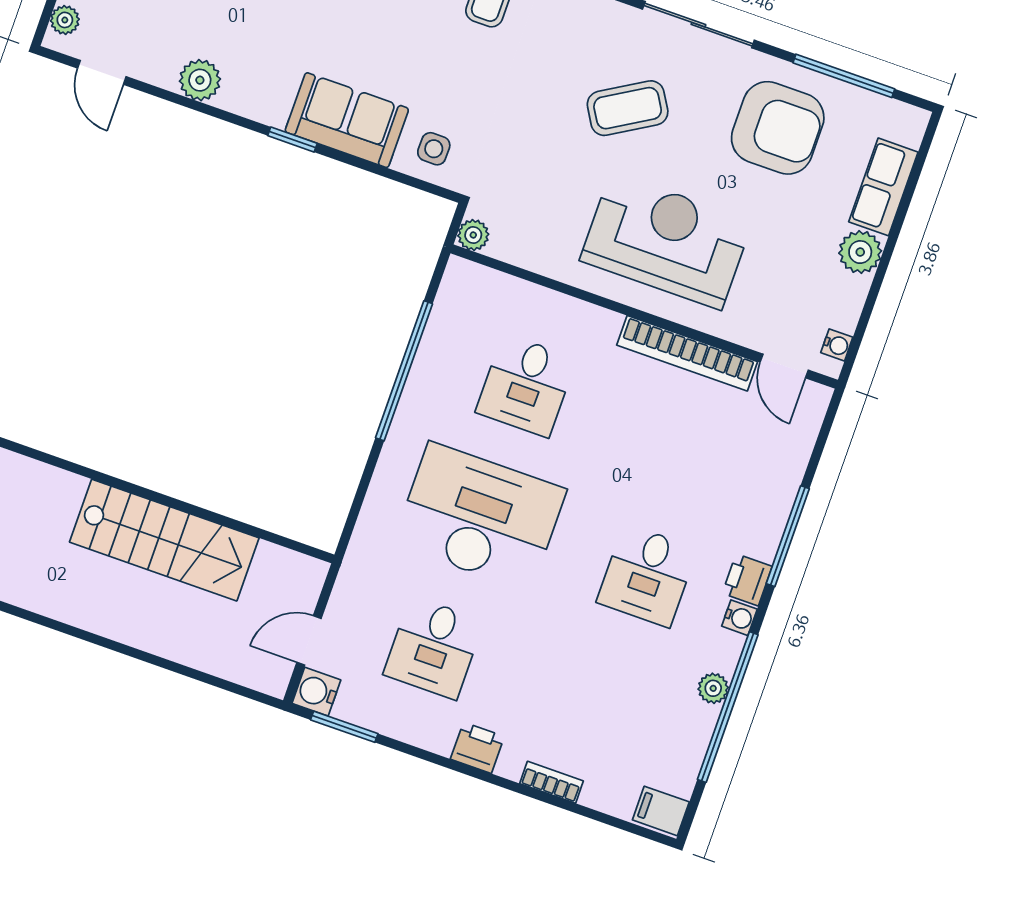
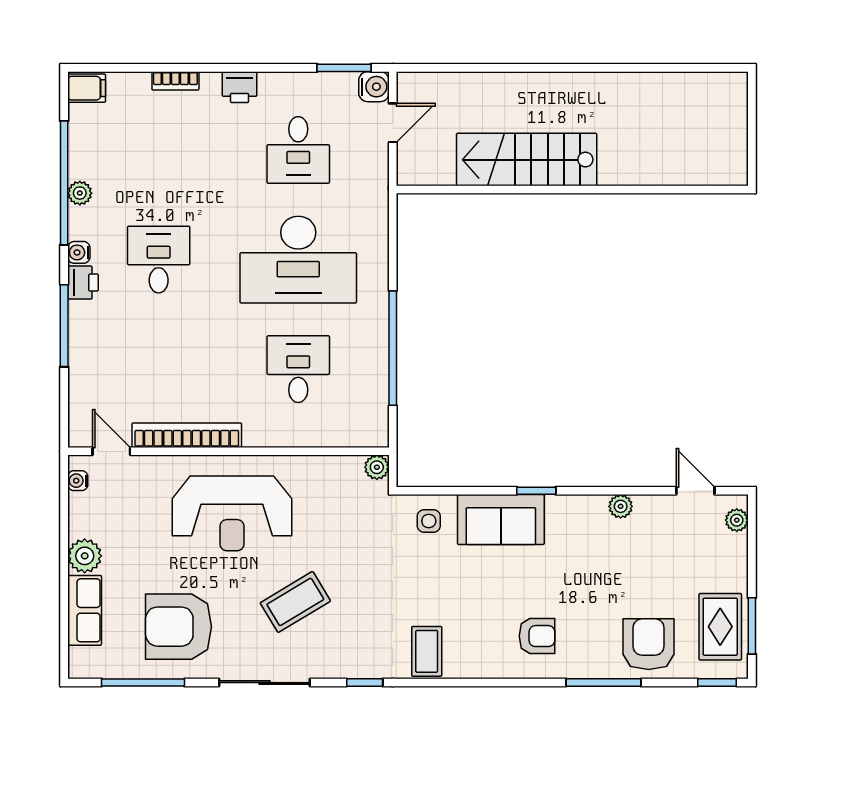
plant: (200, 80) -> (621, 506), width x0.73, depth x0.73
desk: (434, 648) -> (298, 150), turned 180

